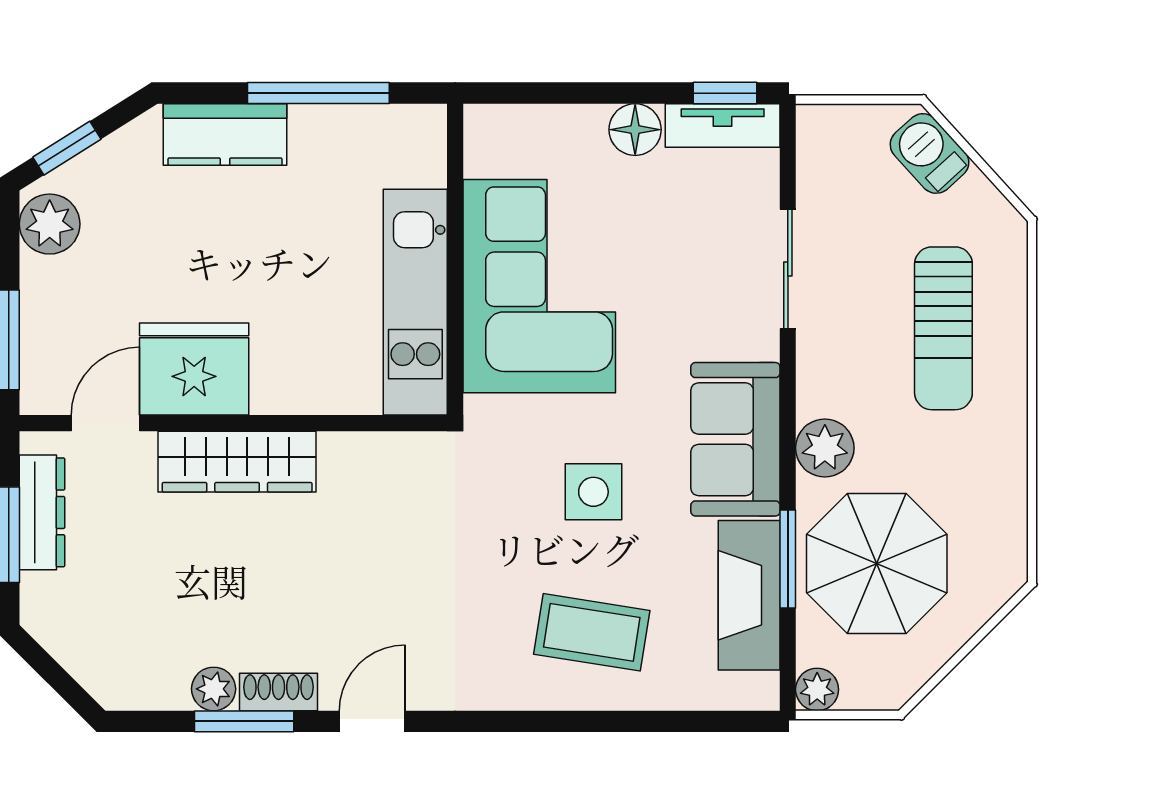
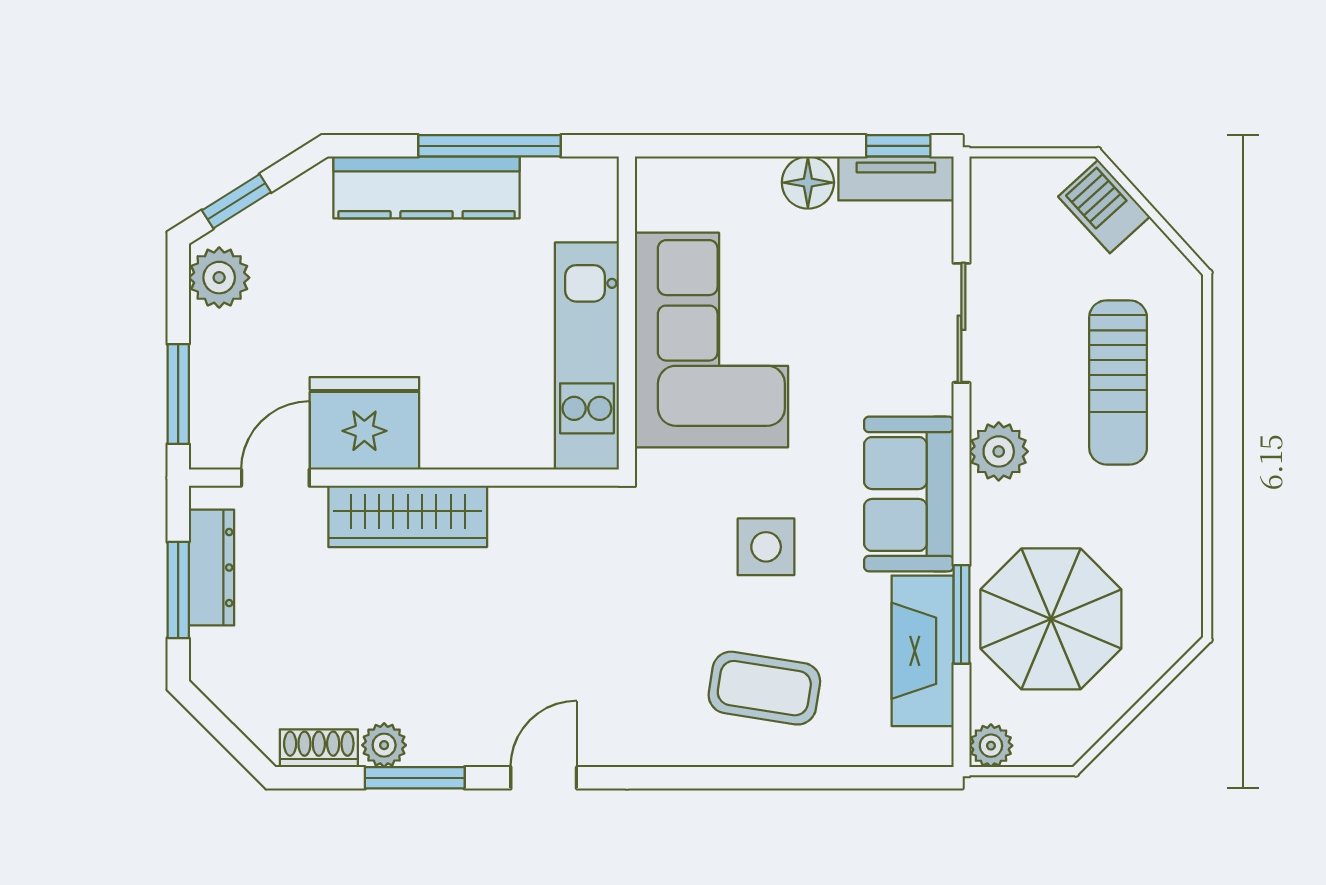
kitchen counter: (225, 134) -> (427, 187), width x1.50
plant: (825, 448) -> (999, 451), moved
shoe rack: (278, 692) -> (319, 748), moved

